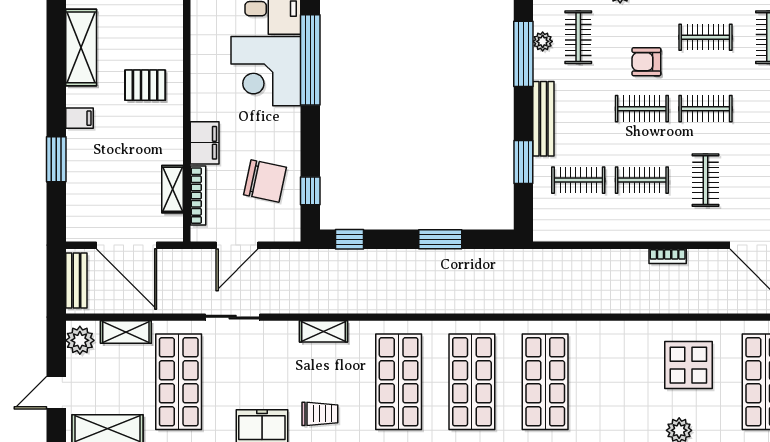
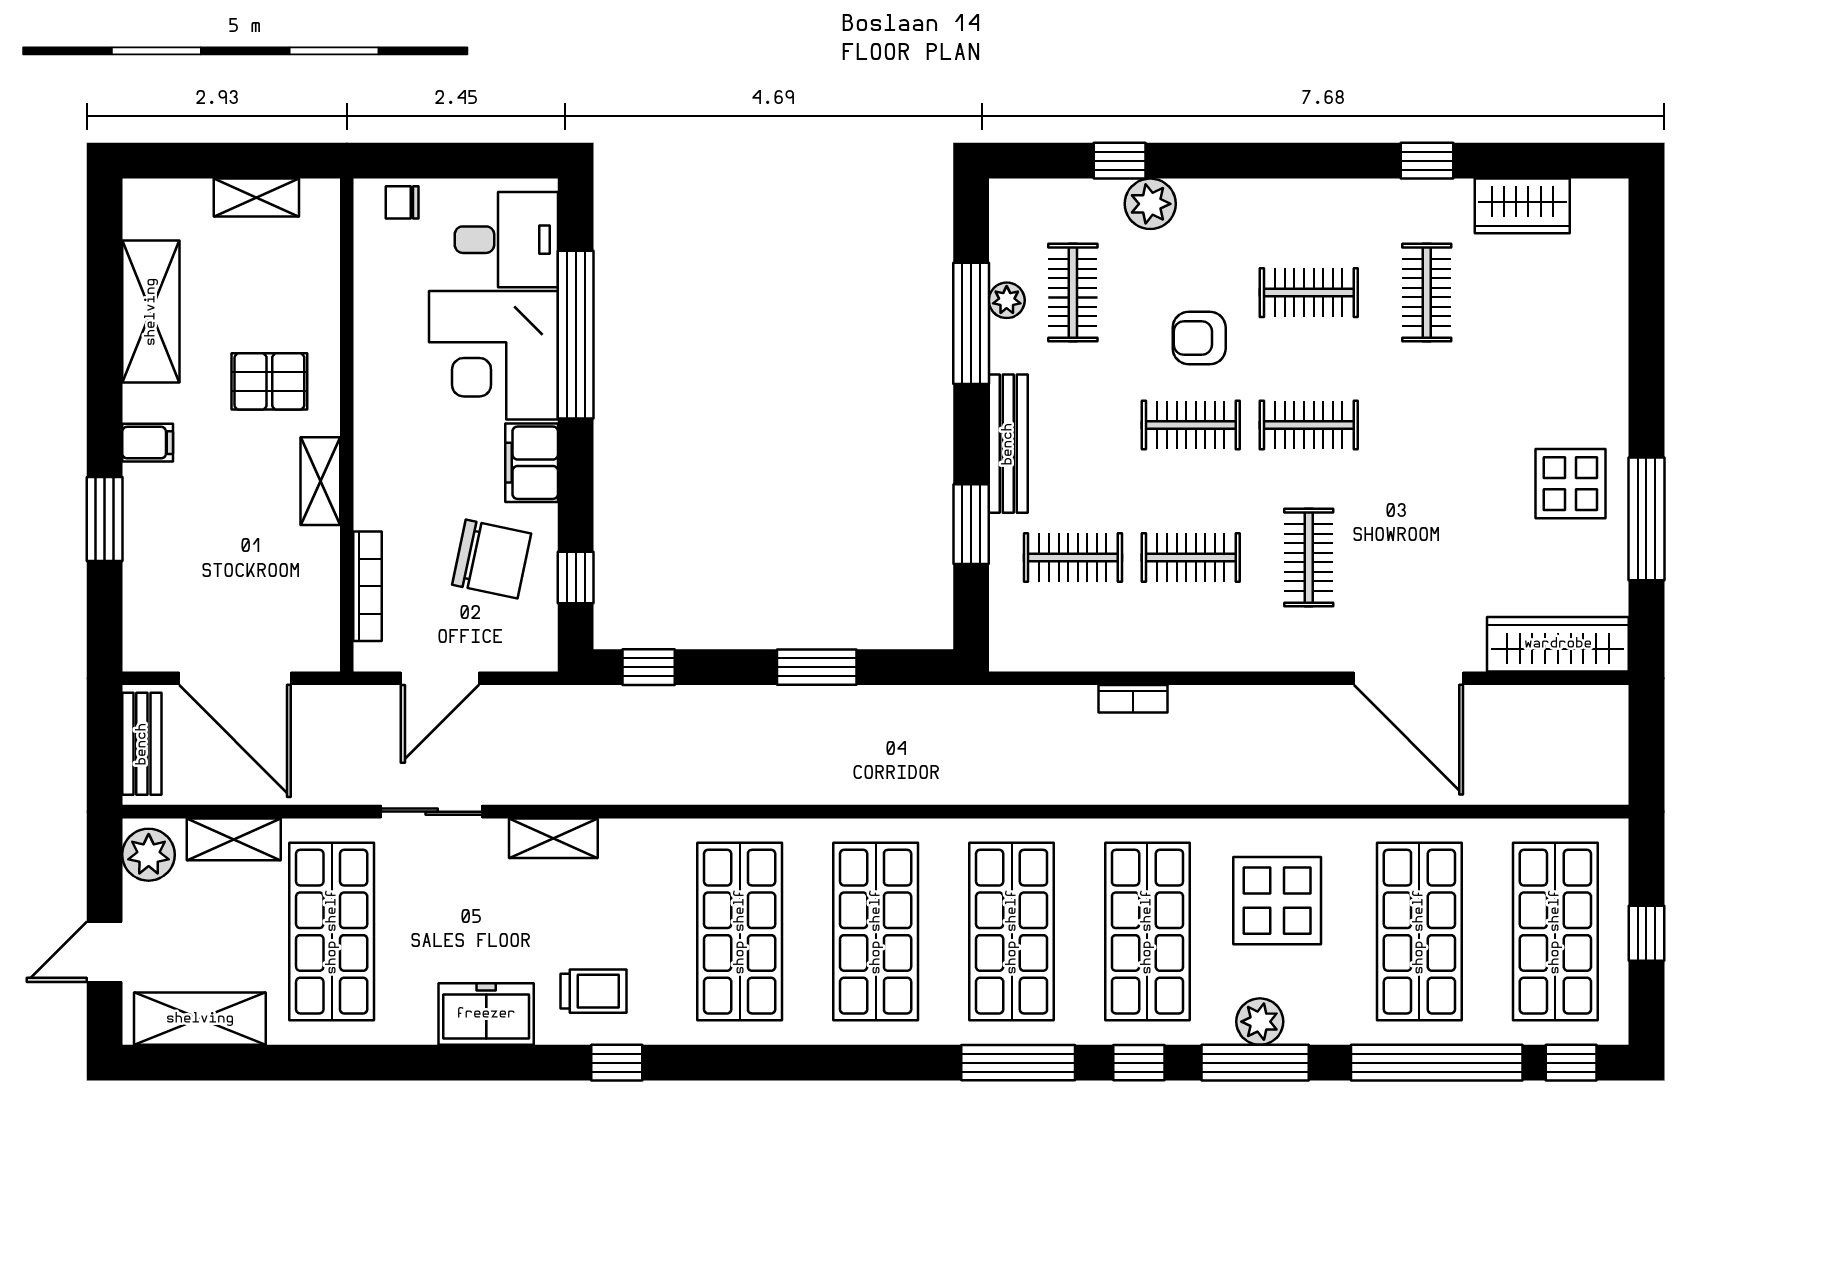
filing cabinet: (205, 143) -> (532, 463), moved, turned 180
shelving: (173, 189) -> (320, 481), moved
bookcase: (668, 256) -> (1133, 699), moved
shelving: (323, 331) -> (553, 838), moved
shop shelf: (619, 382) -> (1147, 932), added

